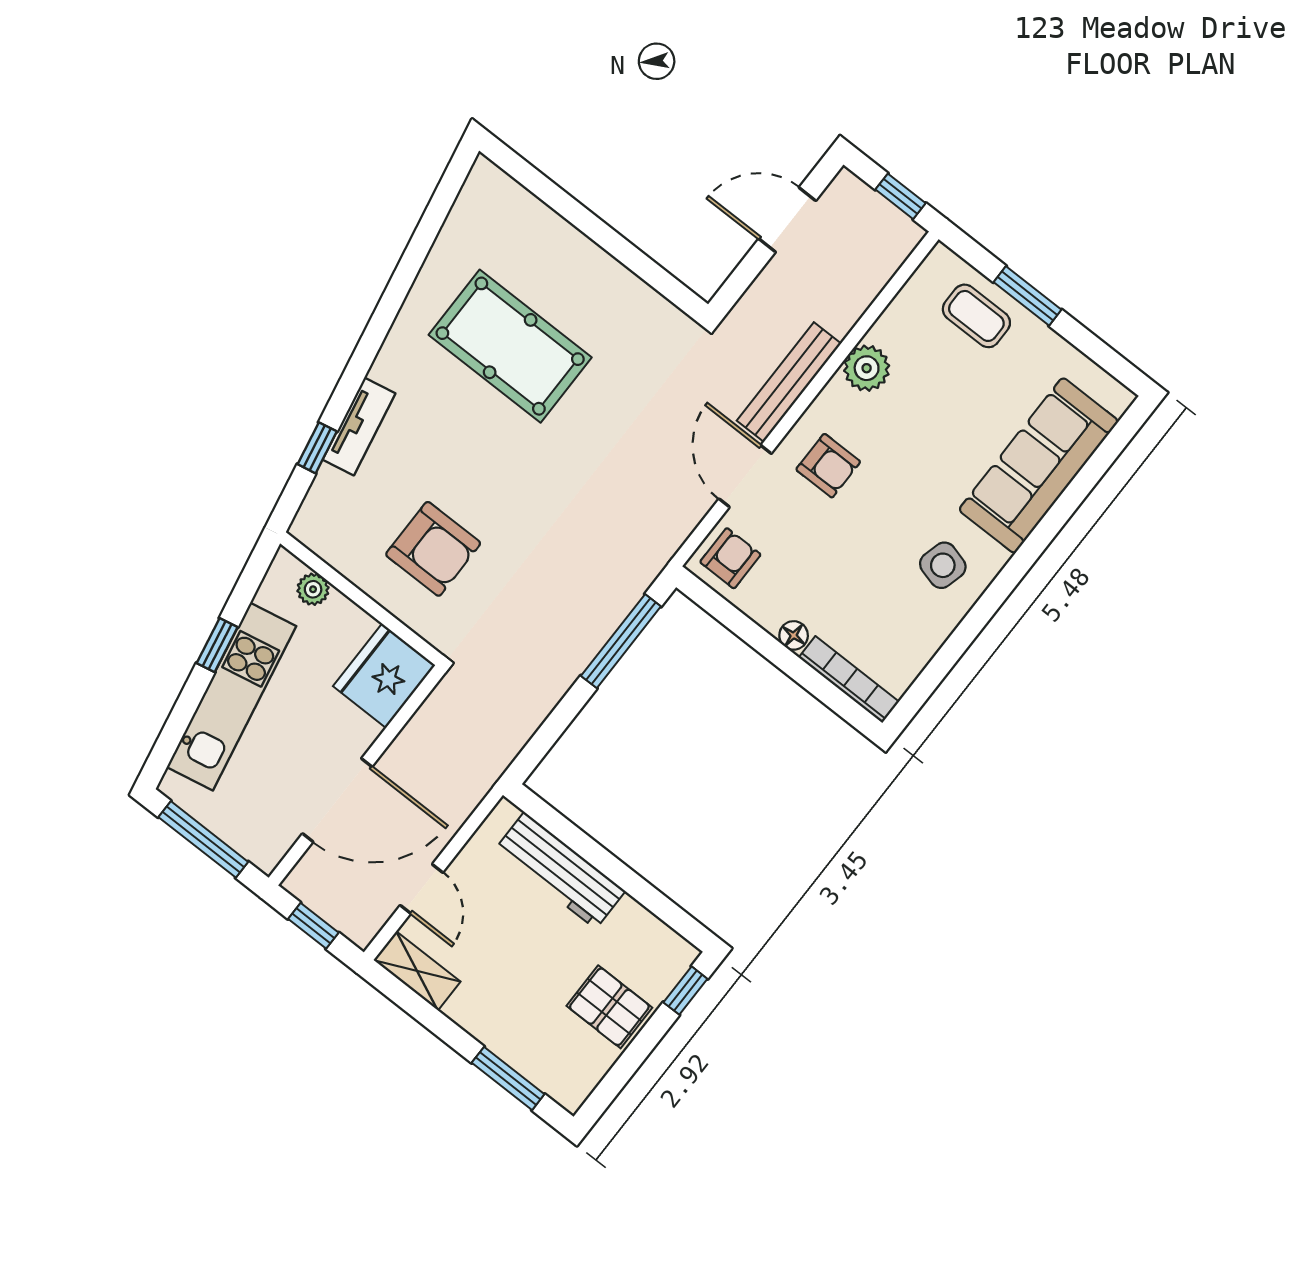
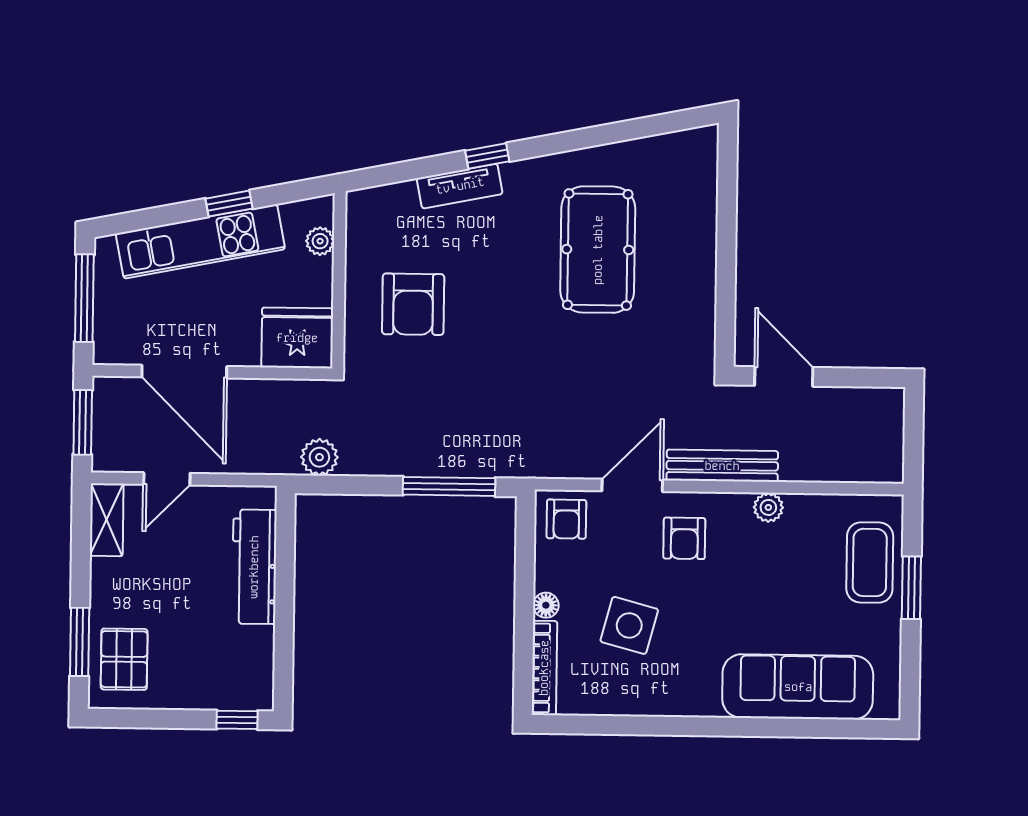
window: (900, 196) -> (913, 445), removed
door: (787, 220) -> (784, 376), moved
coffee table: (976, 316) -> (870, 562), width x1.36, depth x1.30
plant: (867, 368) -> (768, 507), width x0.73, depth x0.73
window: (317, 448) -> (487, 156), moved
armchair: (730, 558) -> (566, 519), turned 90
side table: (943, 565) -> (629, 625), moved, width x1.37, depth x1.37
plant: (506, 737) -> (319, 457), added
window: (313, 926) -> (83, 422), width x1.50
pallet: (609, 1007) -> (124, 659), moved

